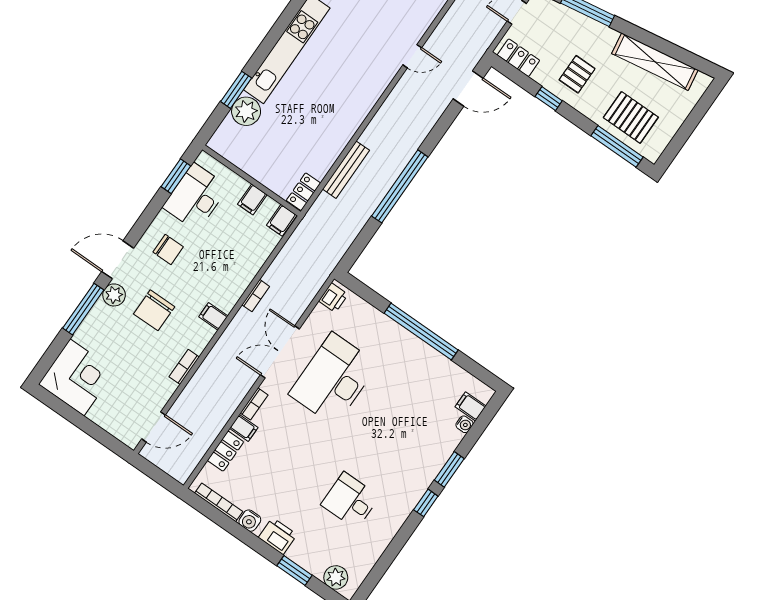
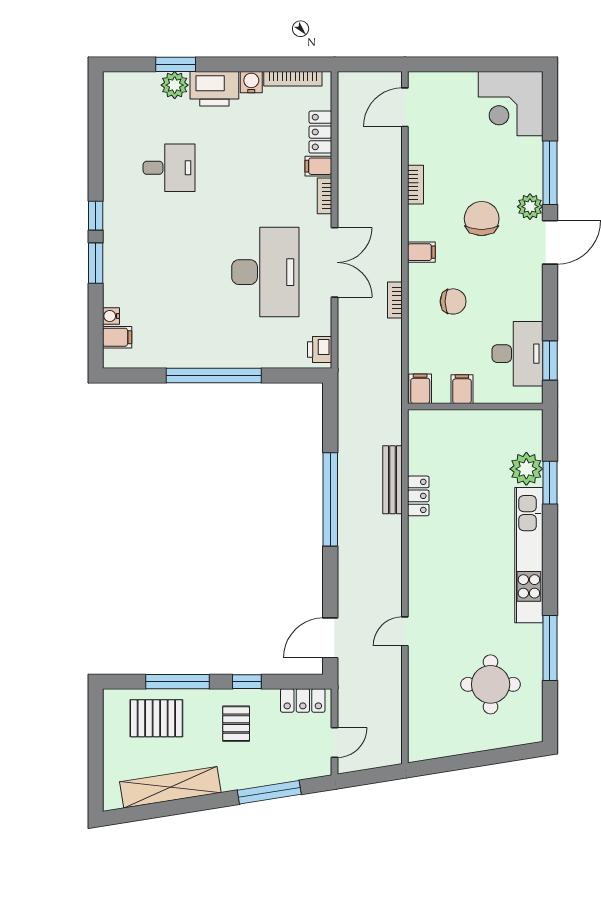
window: (617, 146) -> (177, 682), moved
locker: (303, 192) -> (418, 496), moved
chair: (168, 249) -> (453, 301), moved, turned 180
printer: (278, 536) -> (214, 89), width x1.37, depth x1.19
plant: (336, 577) -> (175, 85), moved

